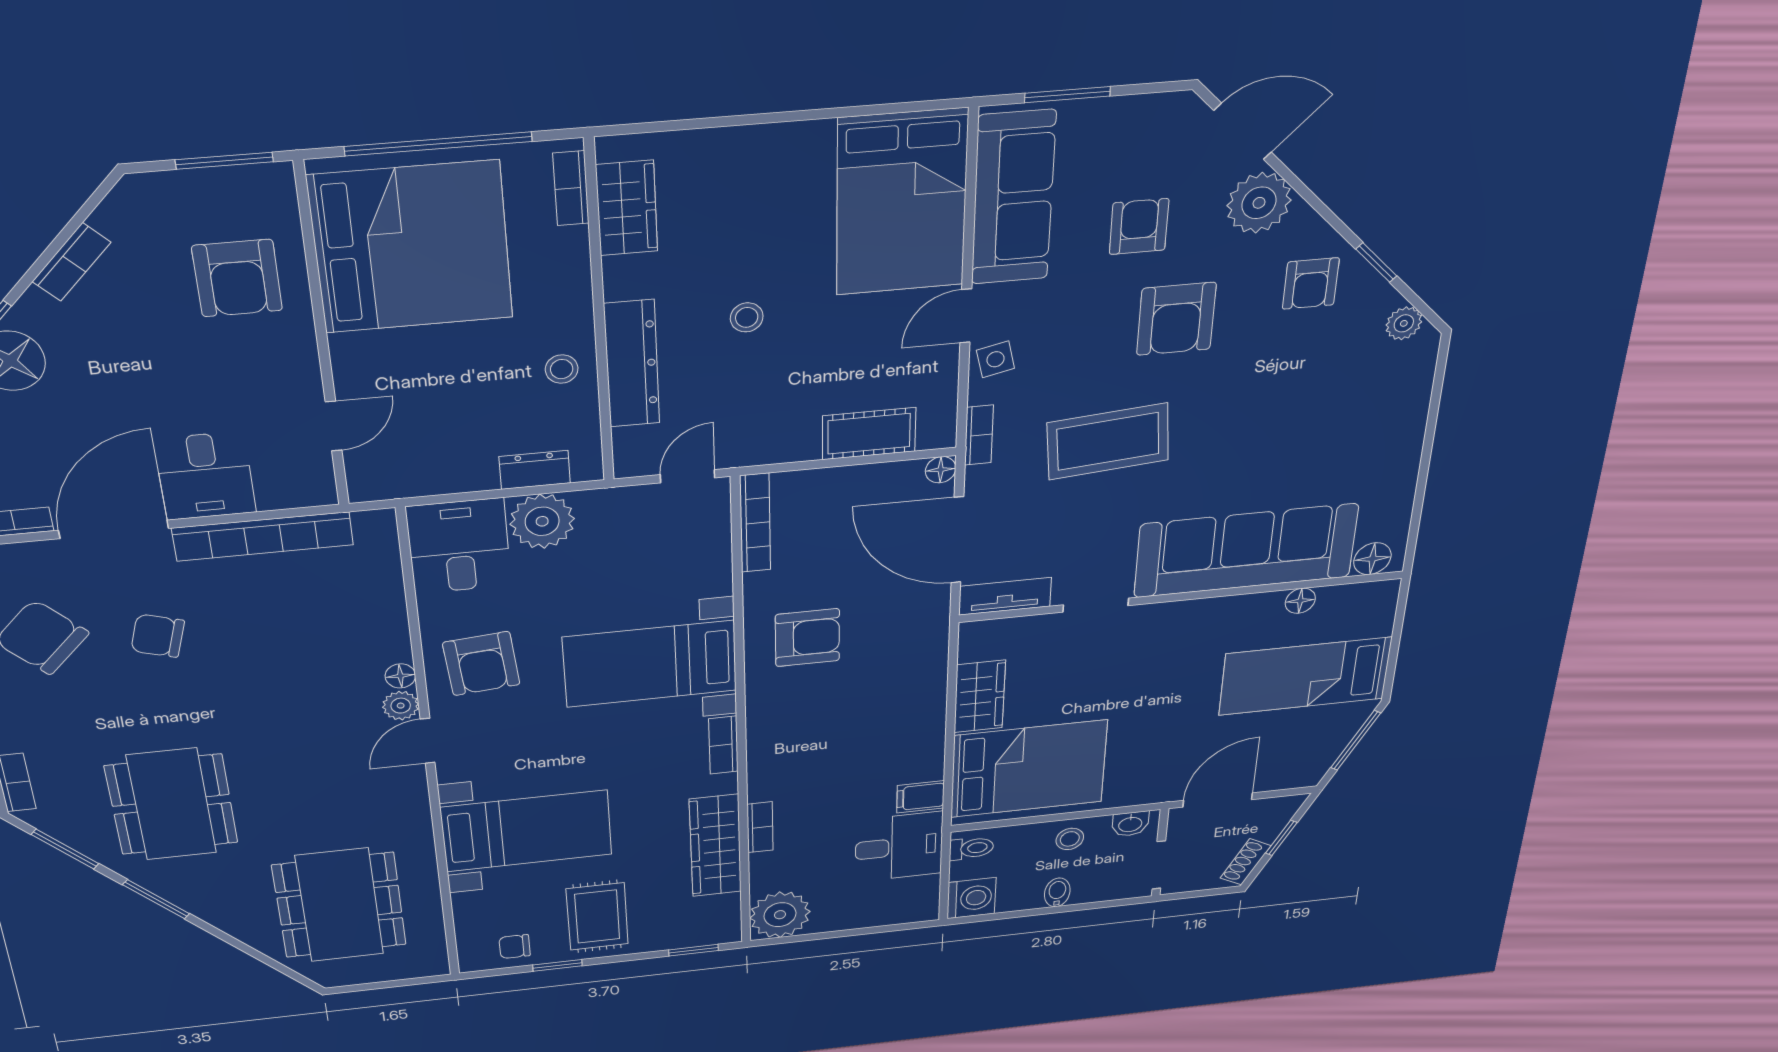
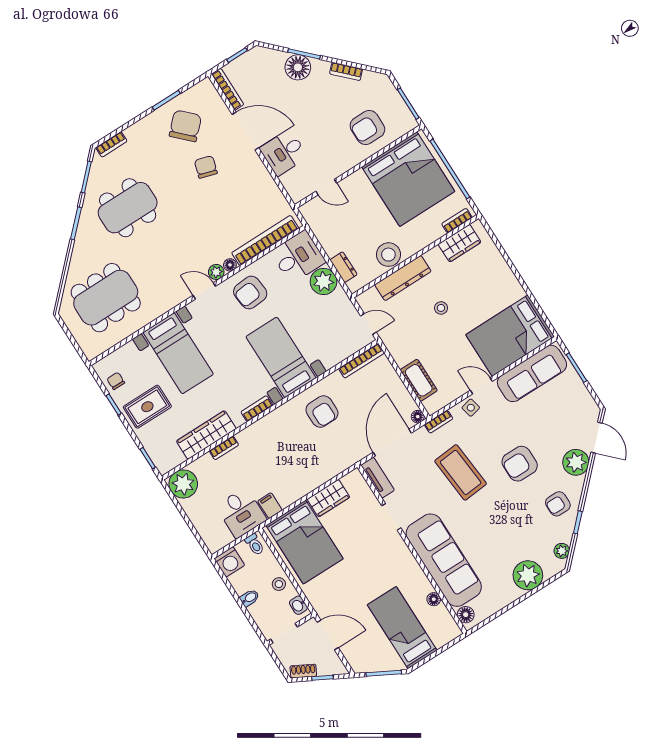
armchair: (1139, 227) -> (545, 425), removed
stool: (562, 369) -> (388, 255), width x1.89, depth x1.89
plant: (1396, 412) -> (528, 575), added
bookcase: (263, 536) -> (265, 240), moved, turned 90

